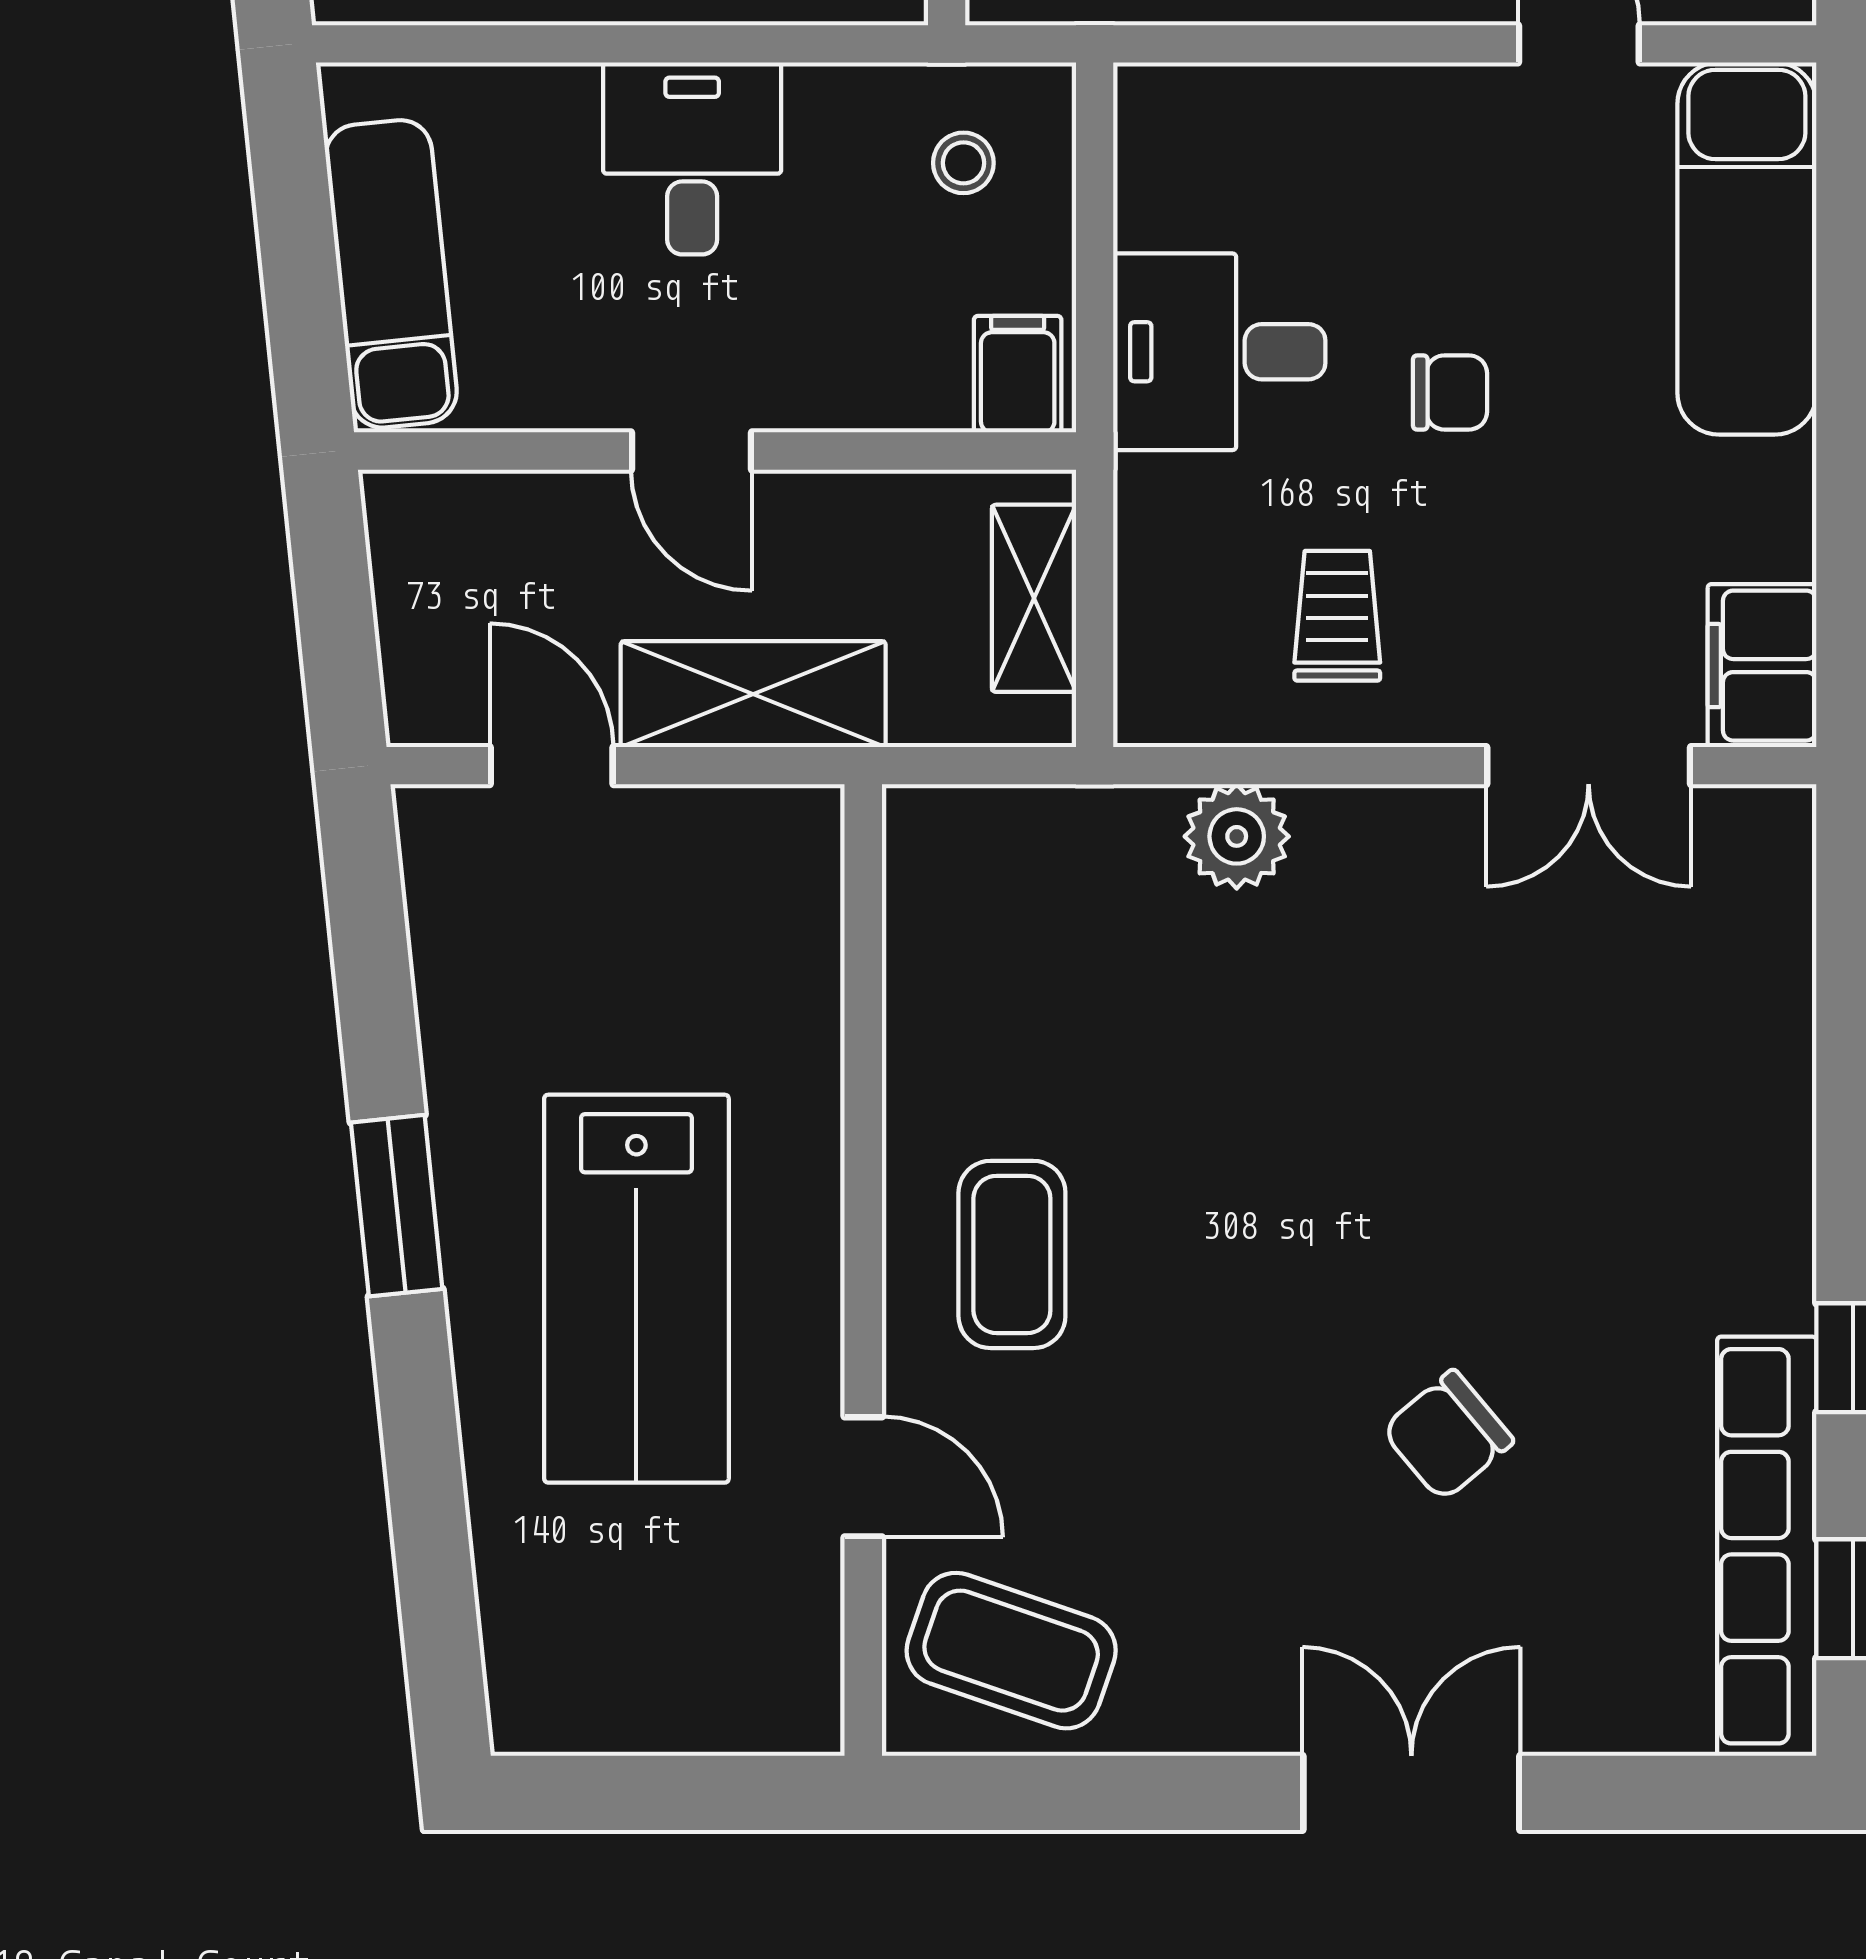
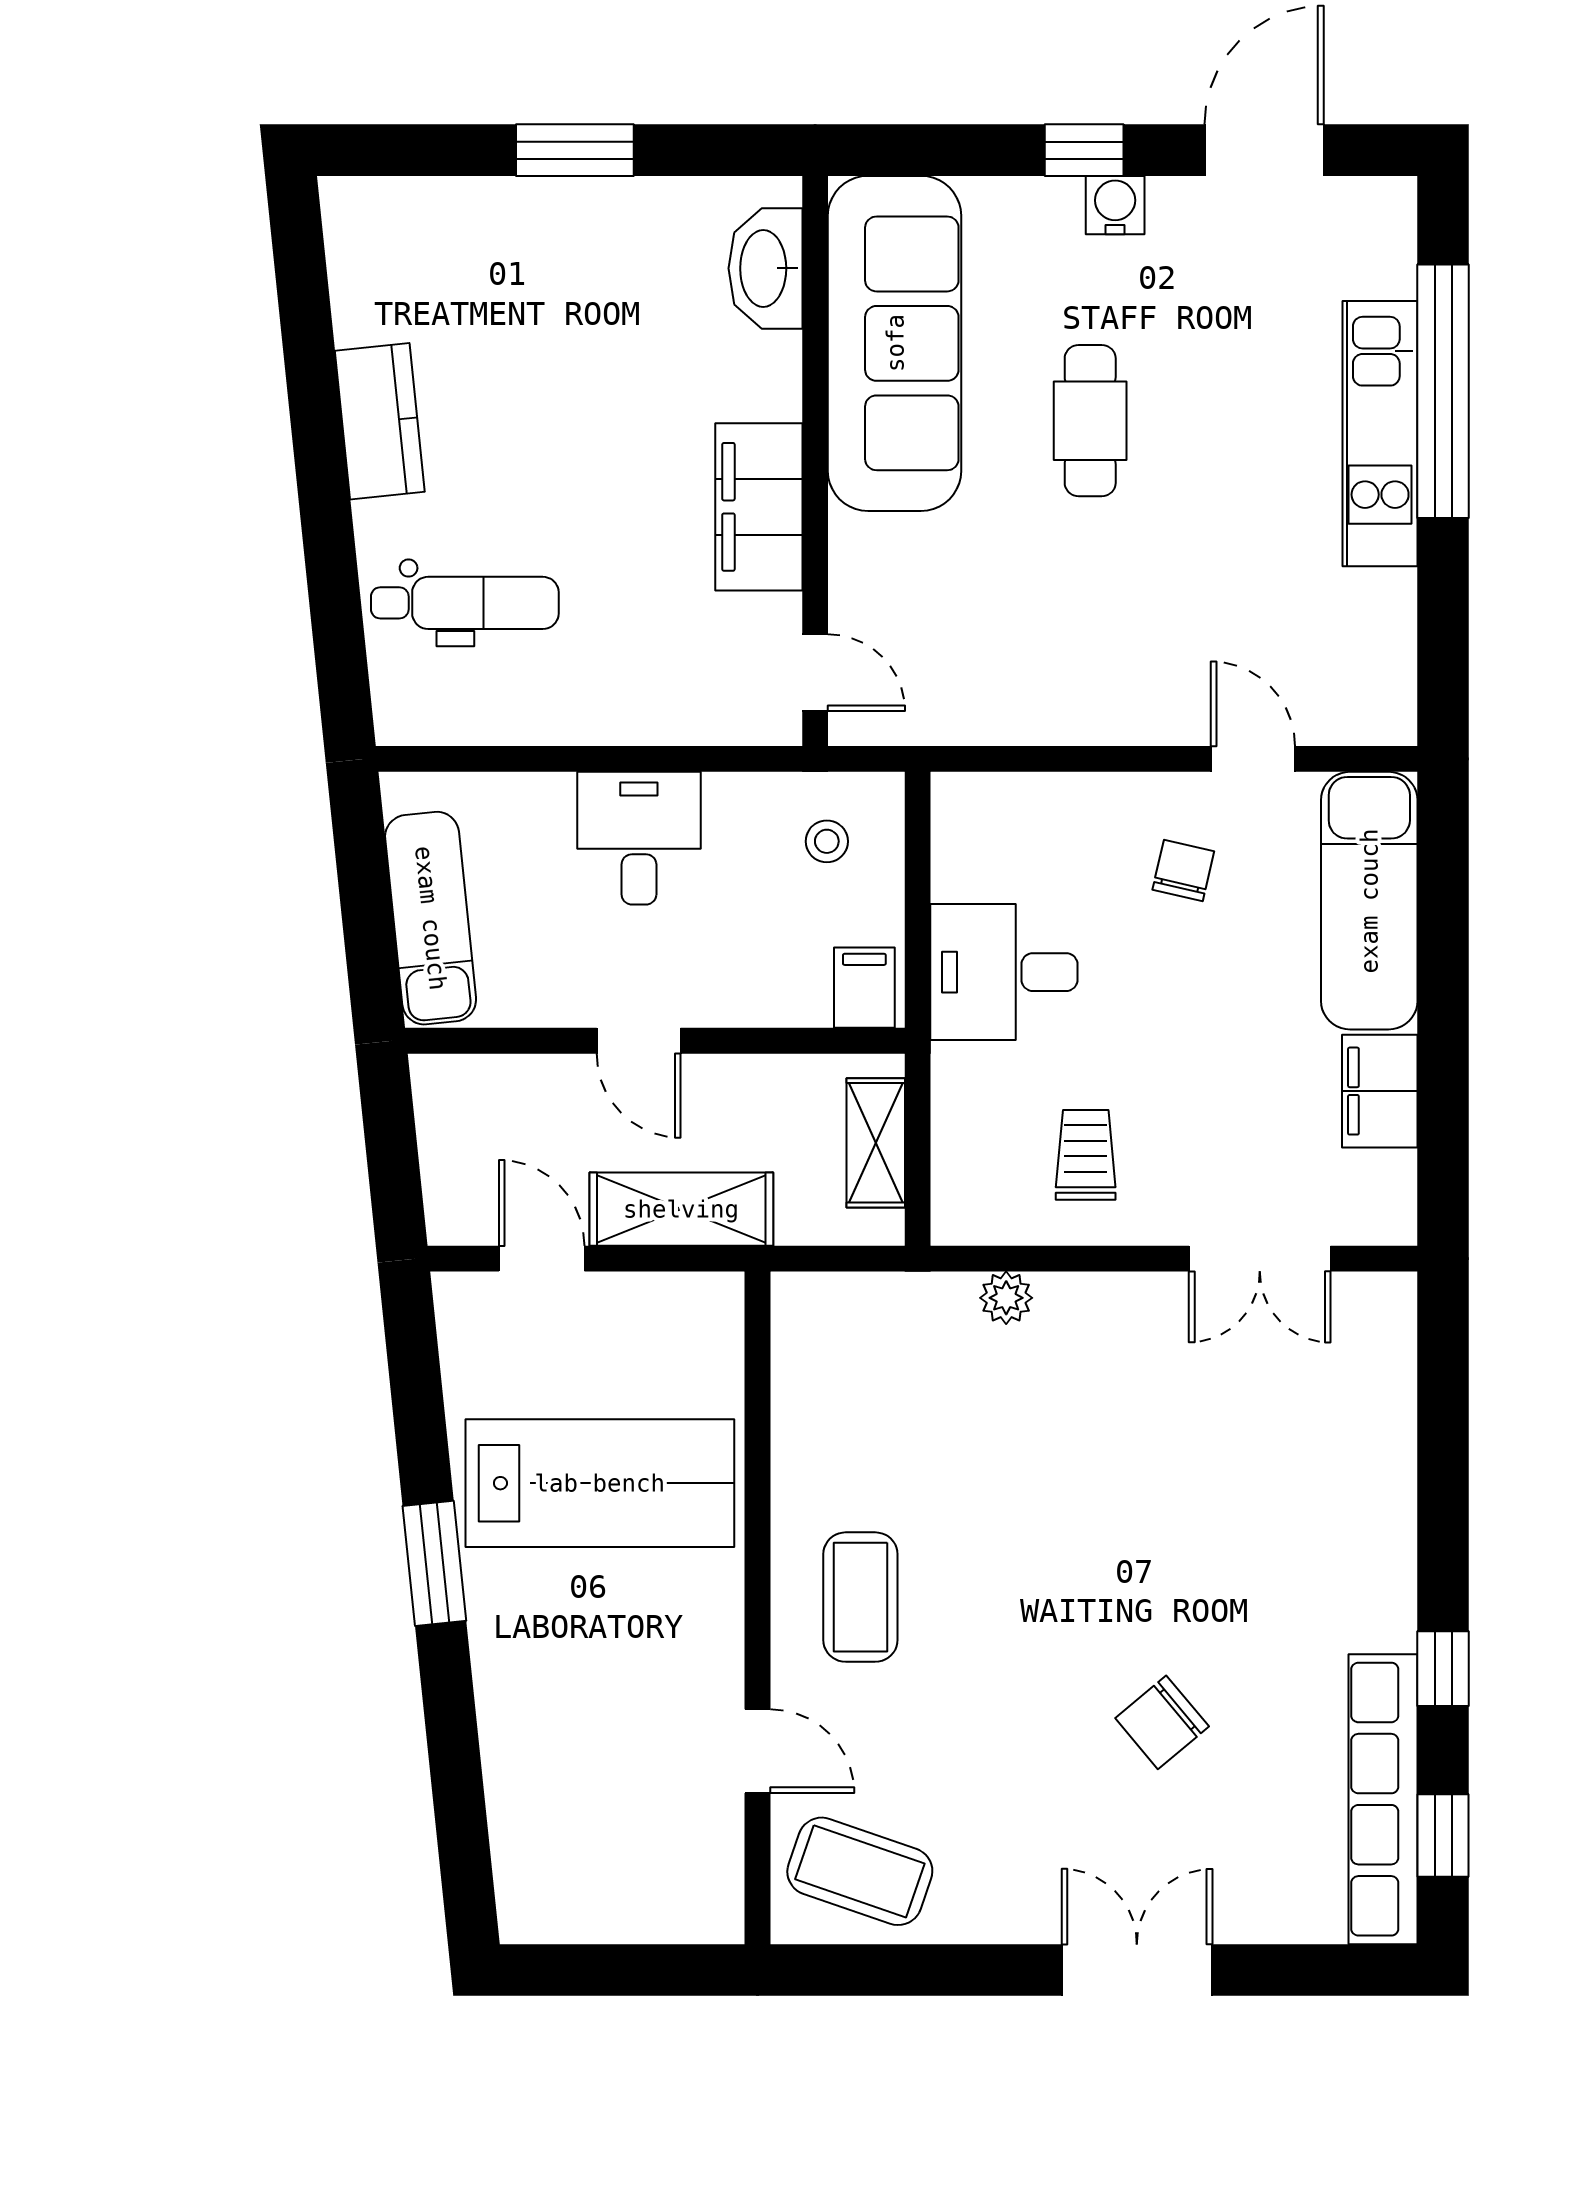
chair: (1450, 392) -> (1183, 871), moved, turned -77
filing cabinet: (1762, 666) -> (1380, 1091), moved
plant: (1237, 836) -> (1006, 1298), width x0.73, depth x0.73
lab bench: (636, 1289) -> (600, 1483), moved, turned -90

